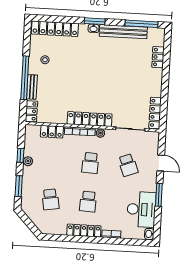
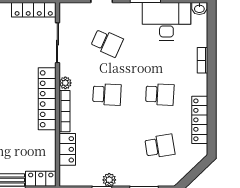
school desk: (128, 165) -> (107, 43), turned 45
locker: (84, 231) -> (200, 120), moved

